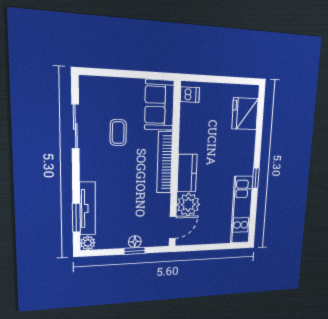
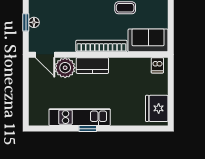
fridge: (245, 114) -> (157, 108), moved, turned -90
kitchen unit: (242, 210) -> (80, 117), moved

